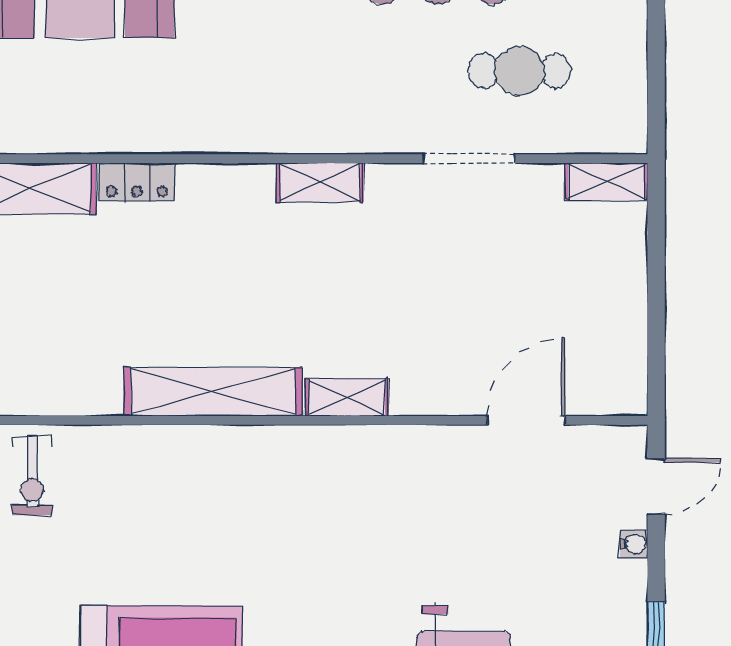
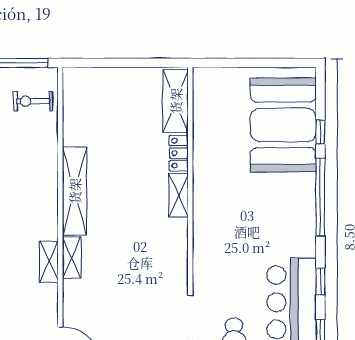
shelving: (320, 183) -> (178, 195), moved
shelving: (356, 443) -> (49, 262), added

